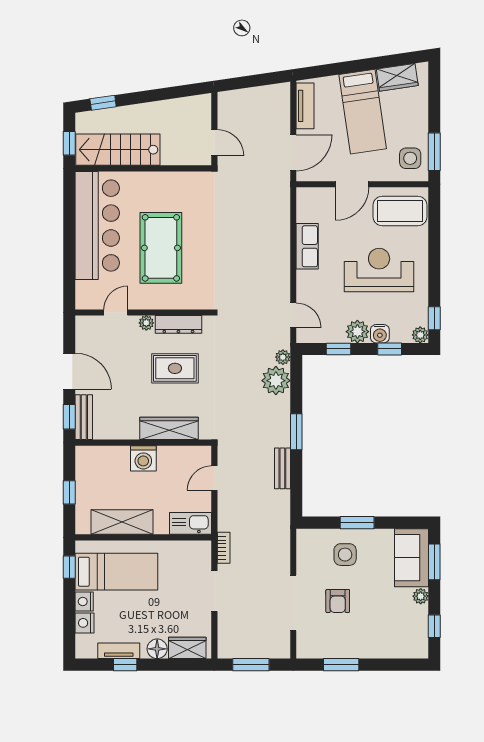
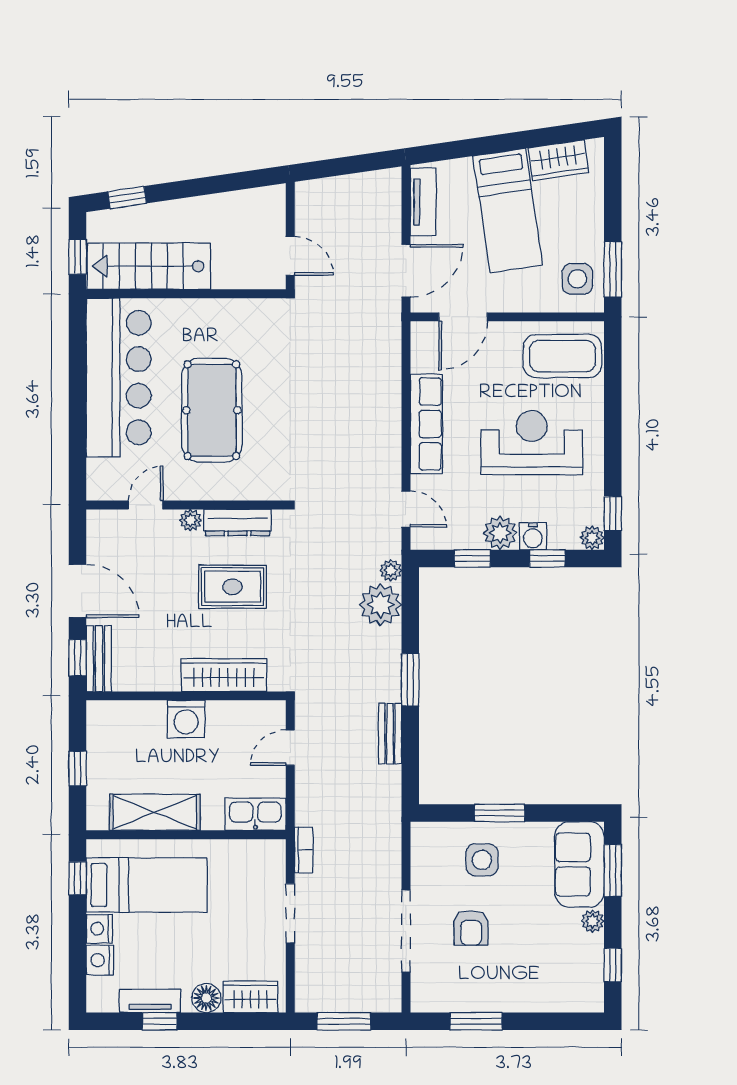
door: (352, 184) -> (463, 317), moved
row of seats: (307, 246) -> (426, 424), width x1.48

